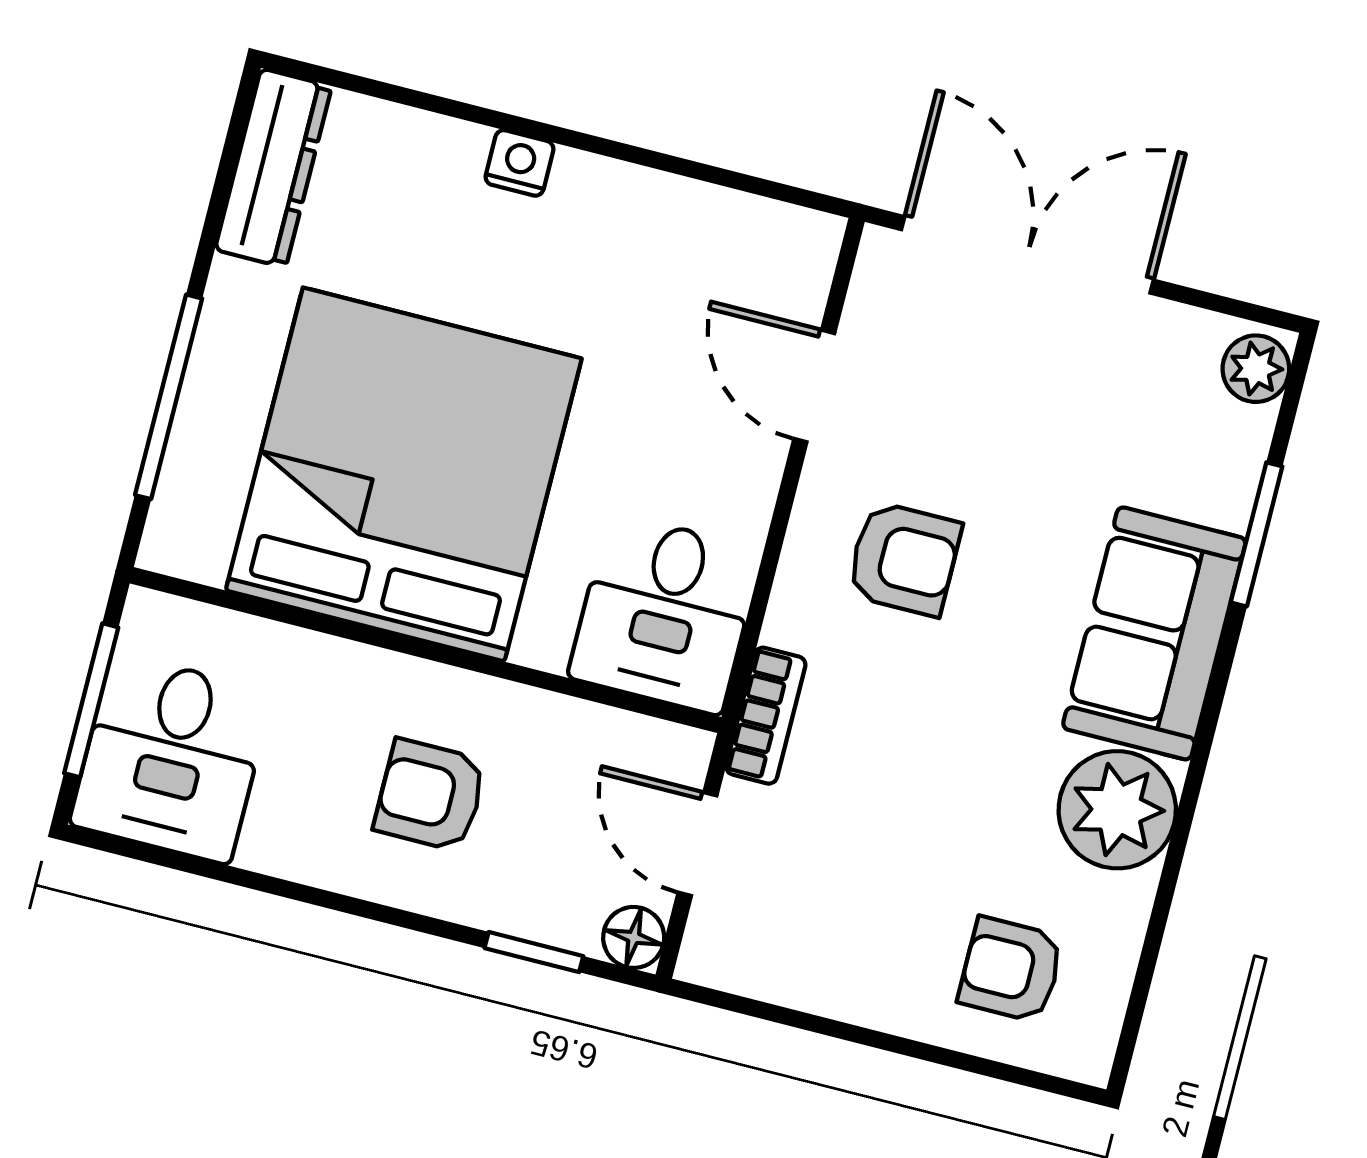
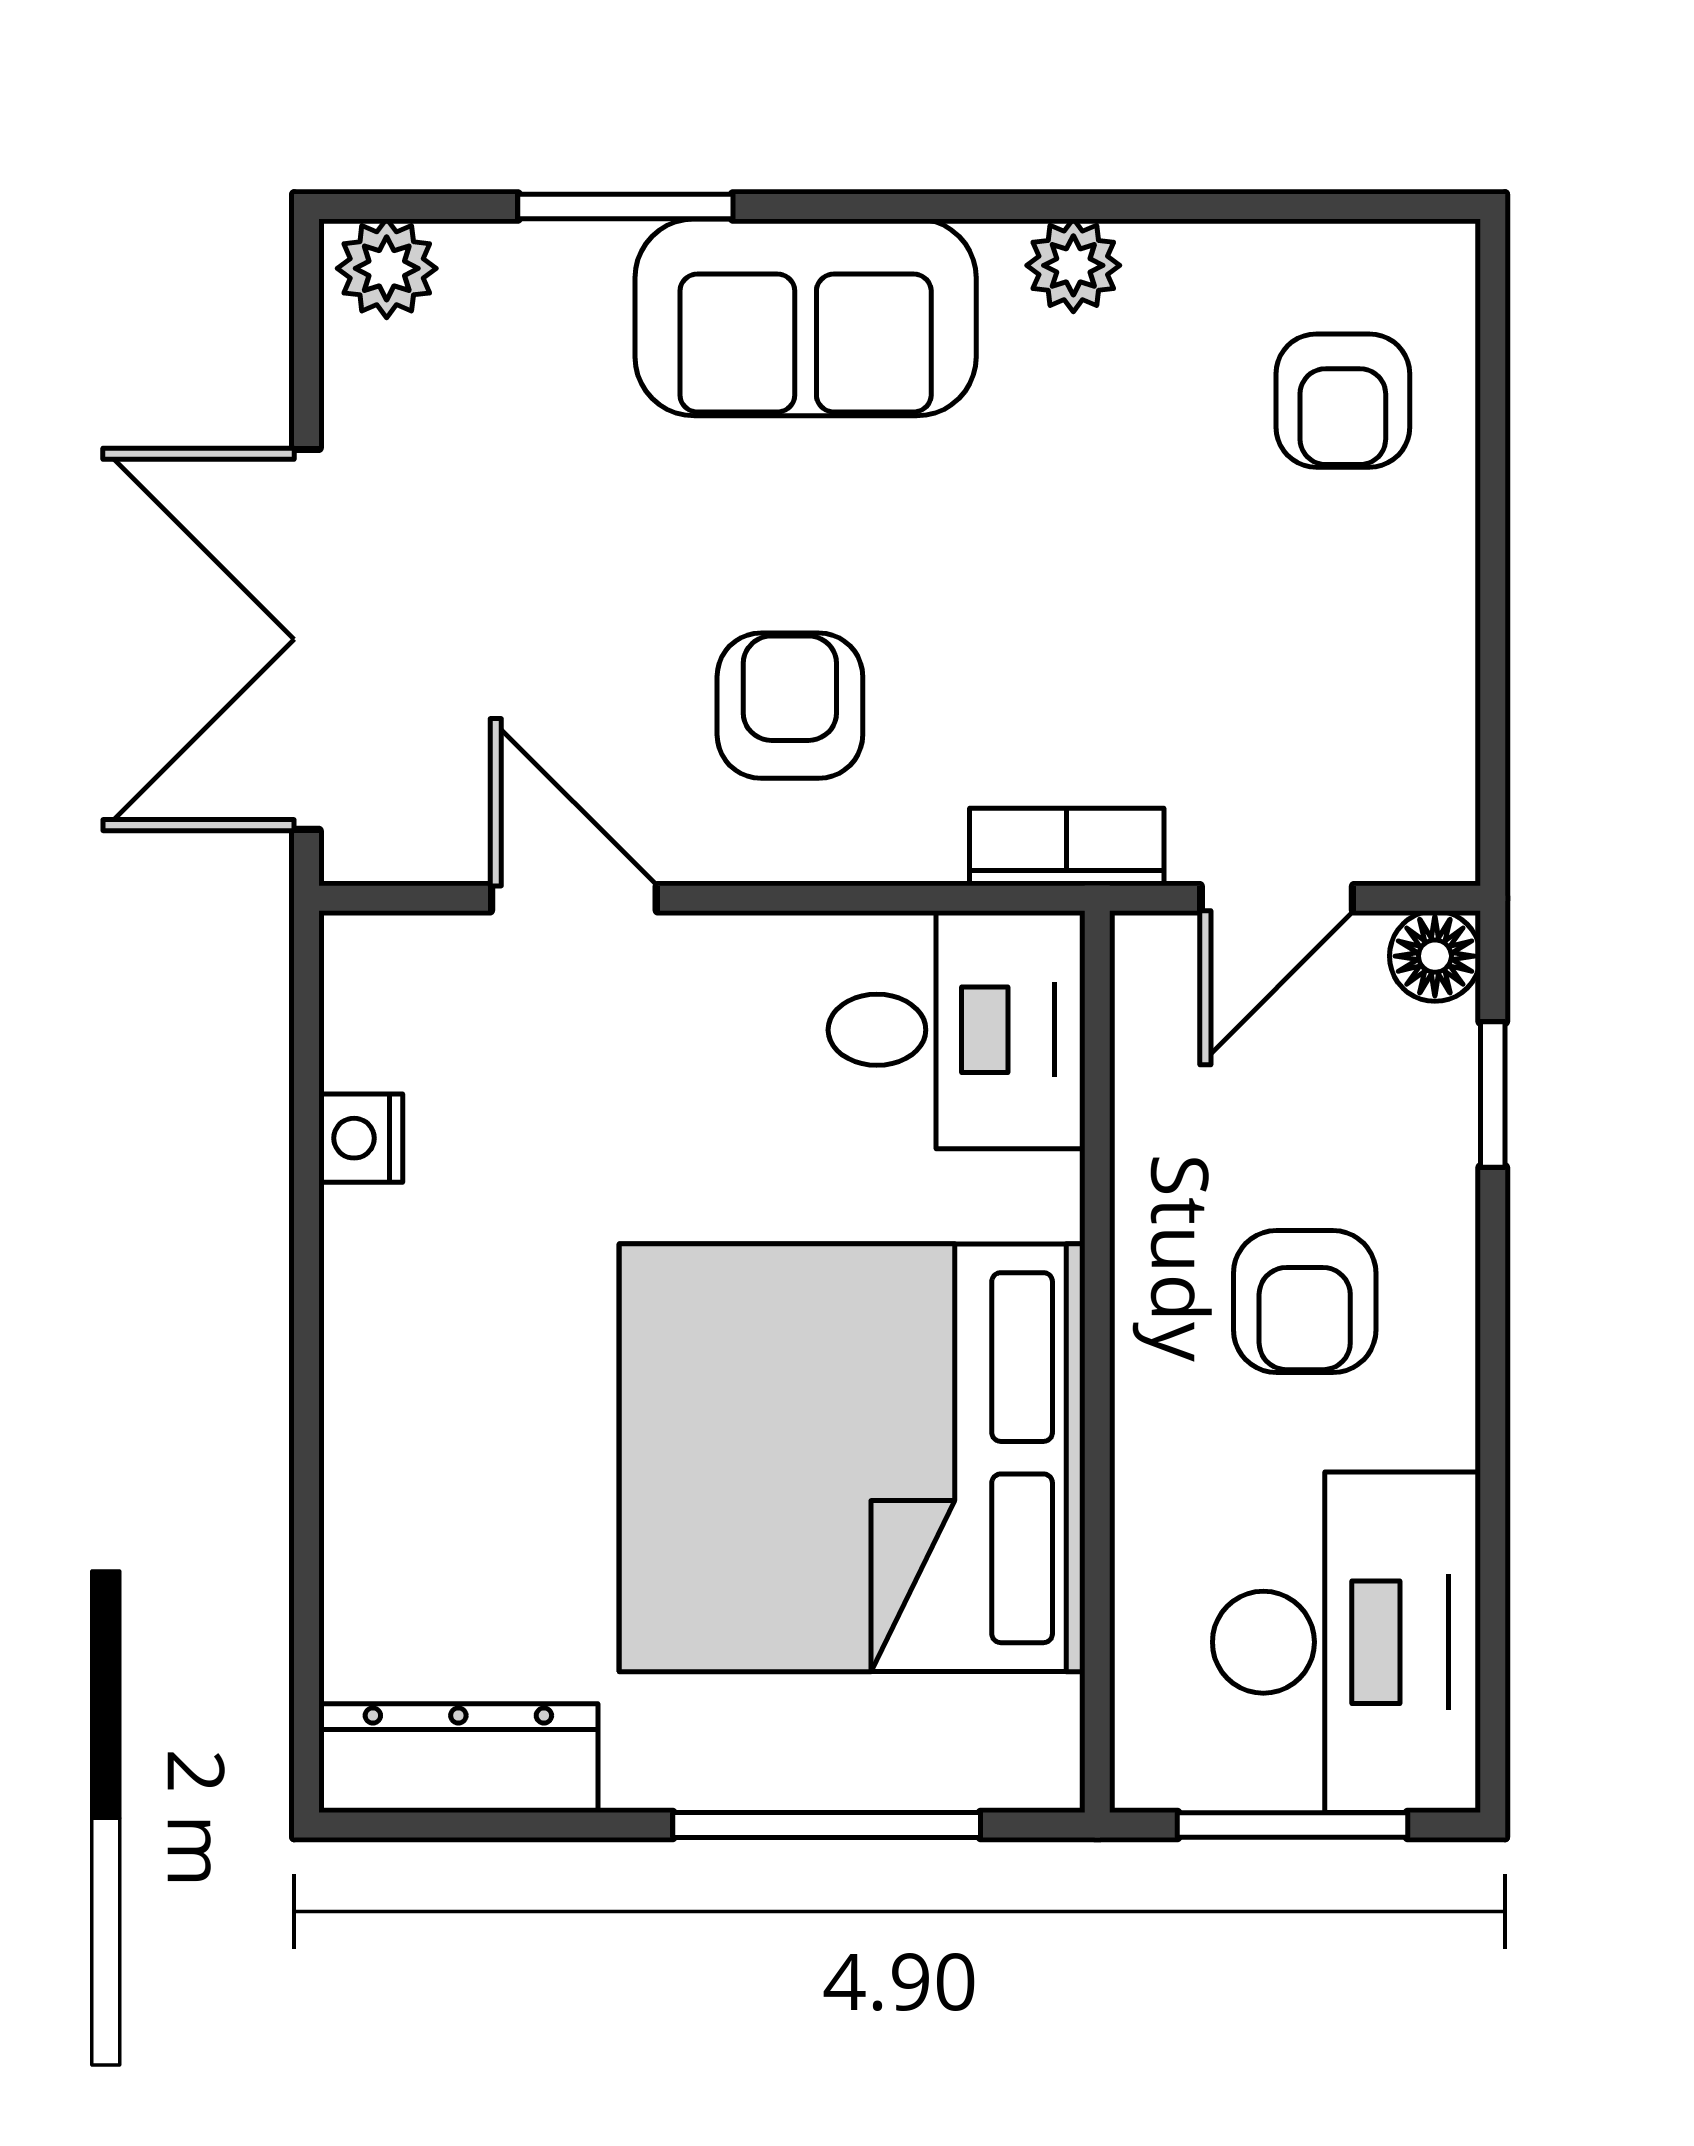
nightstand: (520, 163) -> (361, 1138), moved
door: (814, 386) -> (574, 898), swing flipped
desk: (171, 758) -> (1346, 1642), width x1.37
plant: (1117, 810) -> (1073, 265), width x0.53, depth x0.53

